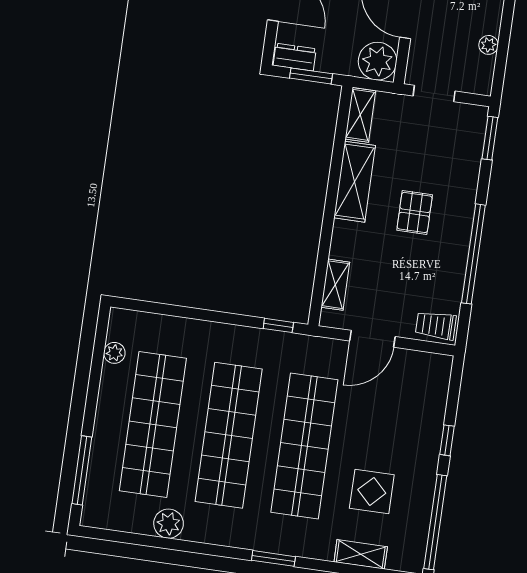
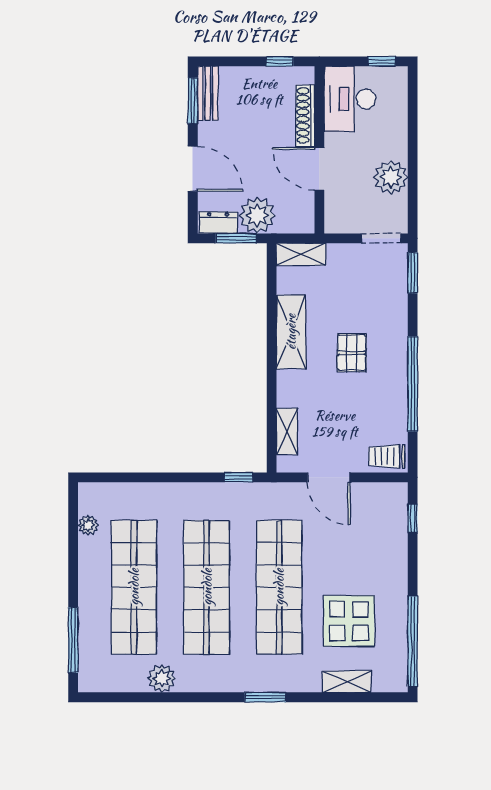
plant: (488, 45) -> (391, 177), width x1.88, depth x1.88
plant: (378, 61) -> (257, 215), moved
doorway: (434, 94) -> (381, 238), moved
shelving: (360, 115) -> (301, 254), moved, turned 90
door: (372, 339) -> (329, 477), hinge flipped
window: (447, 440) -> (413, 518), moved
display table: (372, 491) -> (349, 621), width x1.36, depth x1.36

